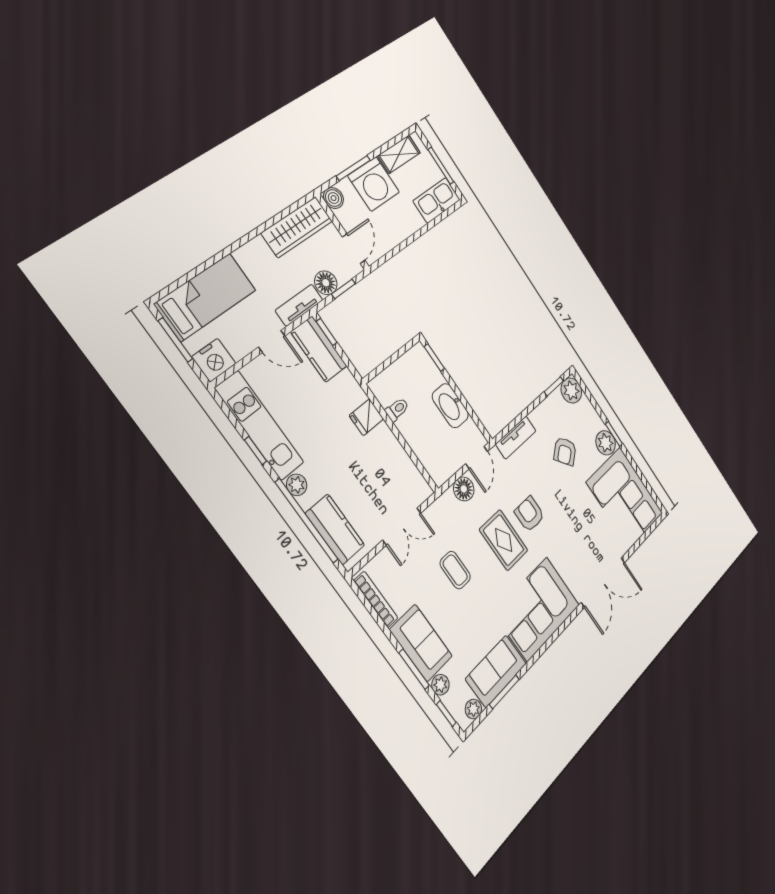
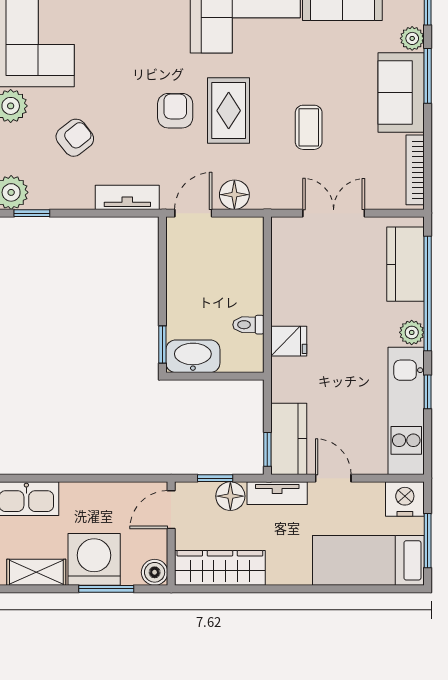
washbasin: (450, 406) -> (193, 356), moved, turned -90
armchair: (530, 514) -> (175, 111), turned 180

